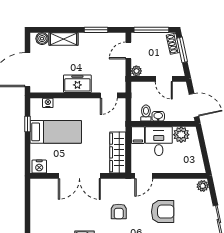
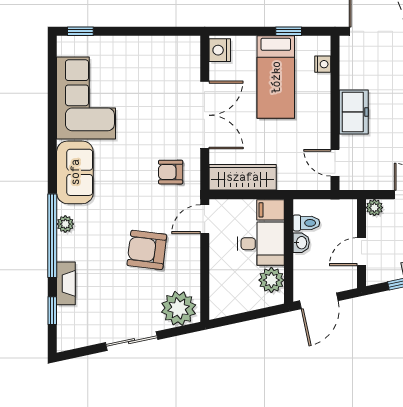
double door: (79, 176) -> (205, 115), swing flipped
door: (144, 176) -> (205, 219), hinge flipped
plant: (203, 186) -> (179, 308), width x1.88, depth x1.88
armchair: (119, 211) -> (171, 172), moved
armchair: (163, 212) -> (147, 250), turned 97

